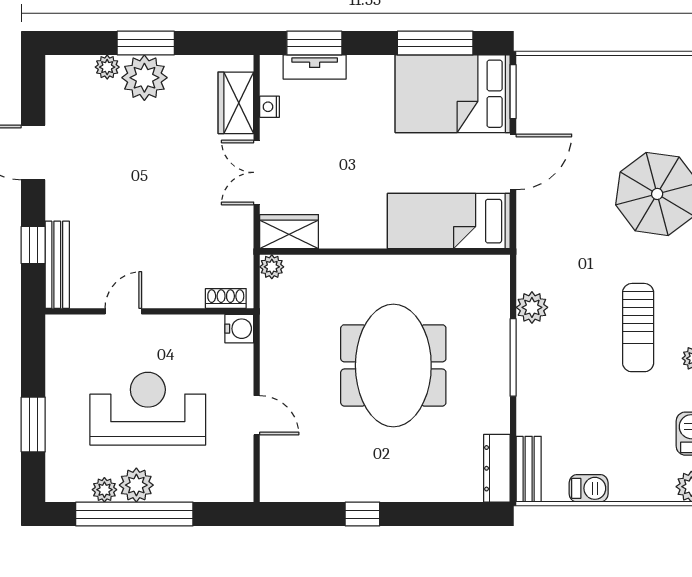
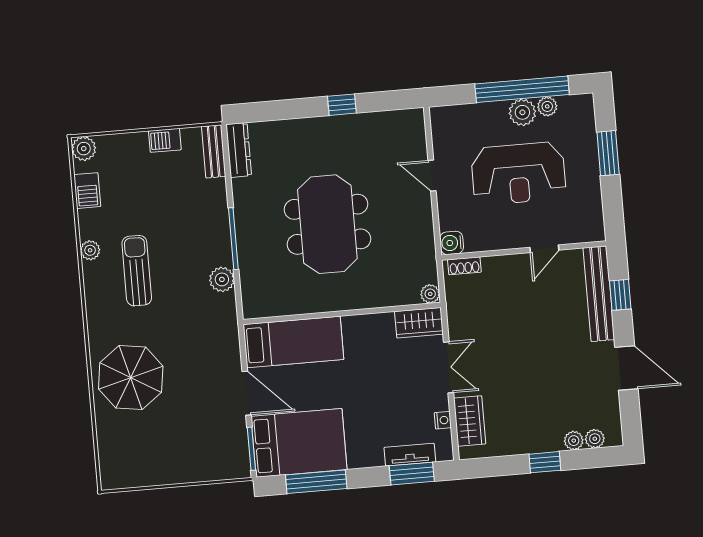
window: (146, 43) -> (545, 462), width x0.67
plant: (144, 78) -> (595, 439), moved, width x0.53, depth x0.53
door: (513, 162) -> (247, 393), swing flipped
bench: (57, 265) -> (599, 294), width x1.37, depth x1.21

